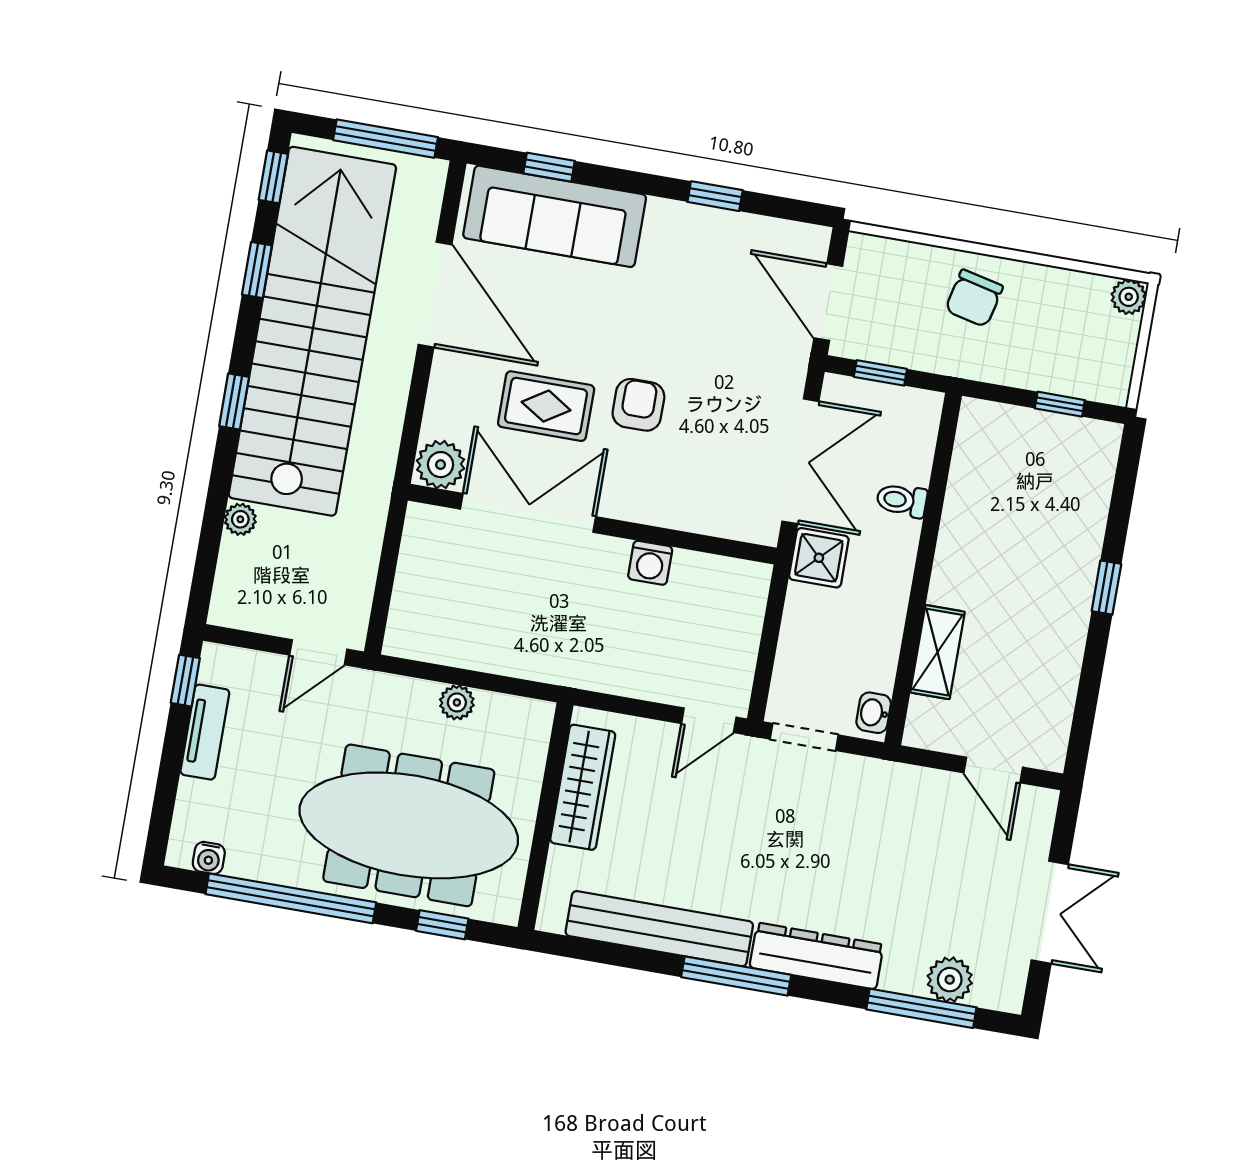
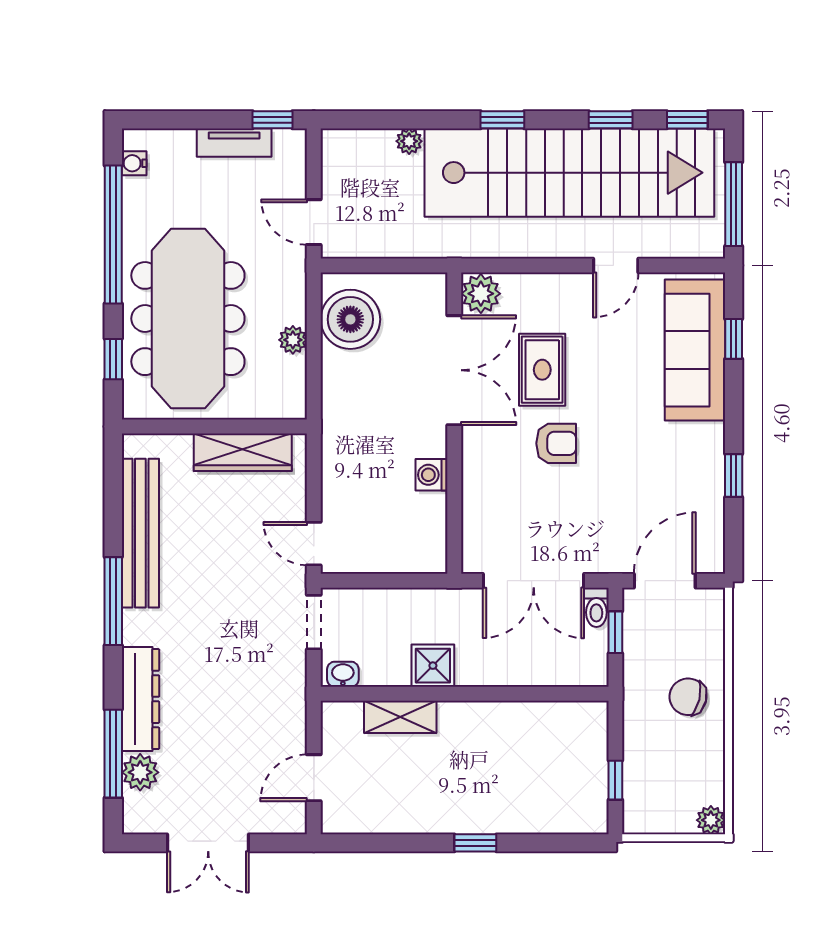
door: (435, 295) -> (616, 265), width x0.53
toilet: (902, 500) -> (596, 607), moved, turned 180
shower: (819, 558) -> (433, 666), moved
boiler: (444, 628) -> (350, 319), added
dresser: (817, 956) -> (140, 699), moved

